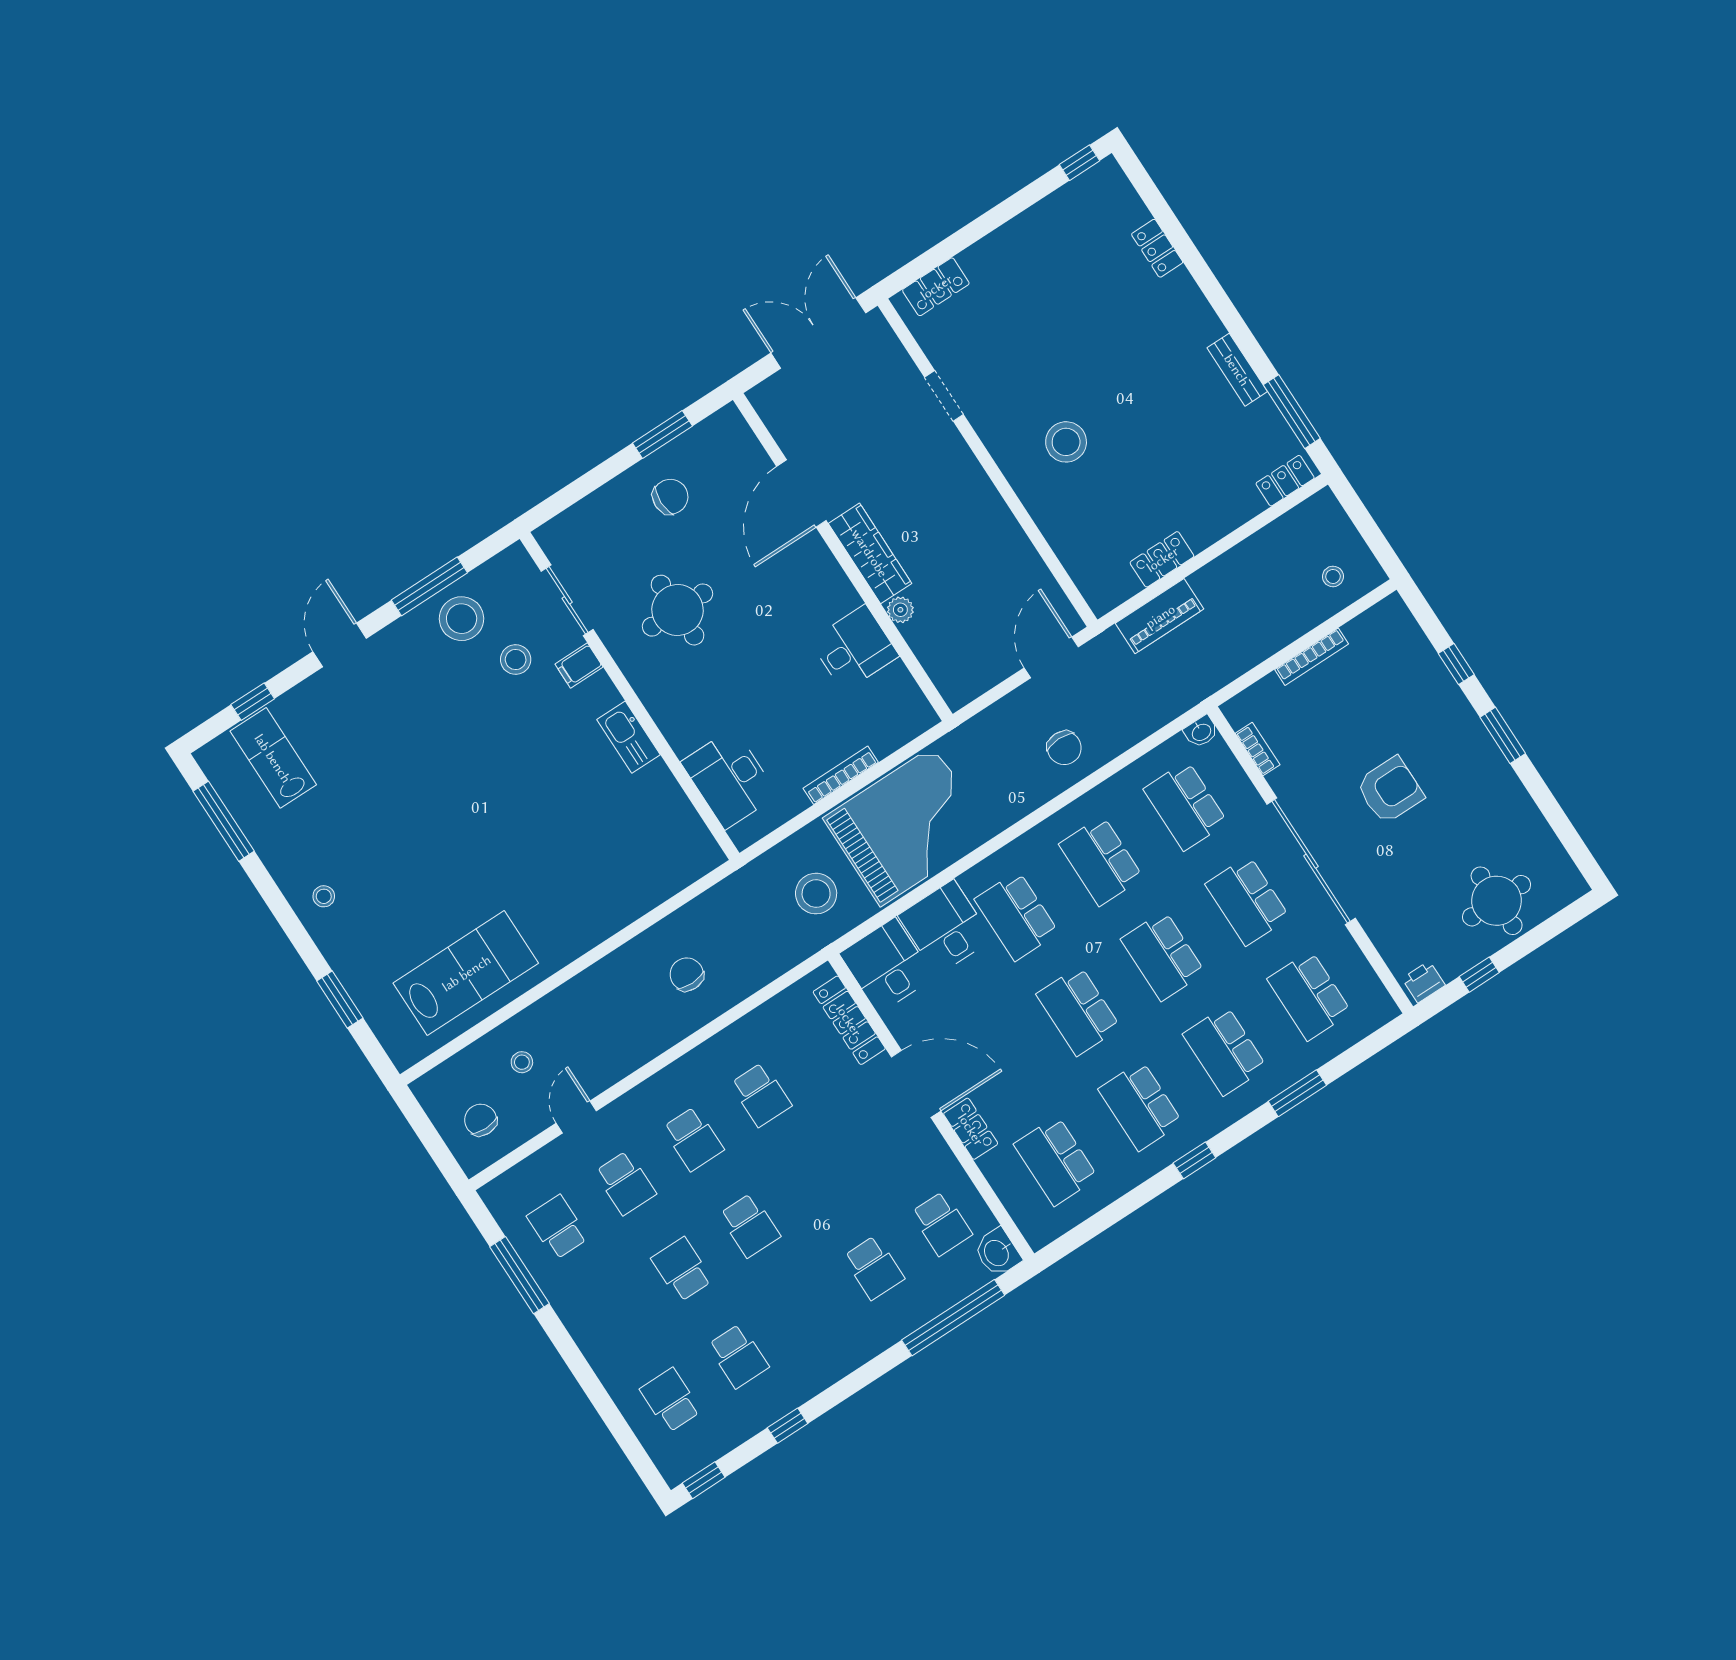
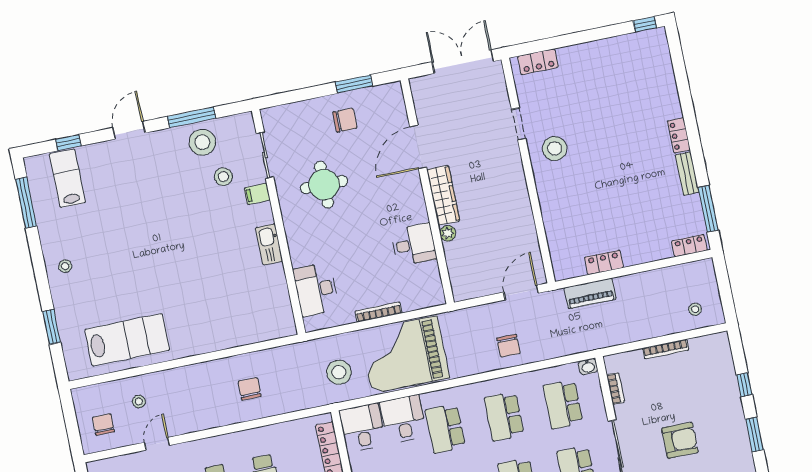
locker: (1157, 248) -> (679, 135), moved
stool: (1066, 442) -> (555, 149), moved
grand piano: (907, 826) -> (404, 355), turned 180

